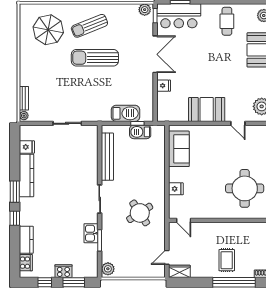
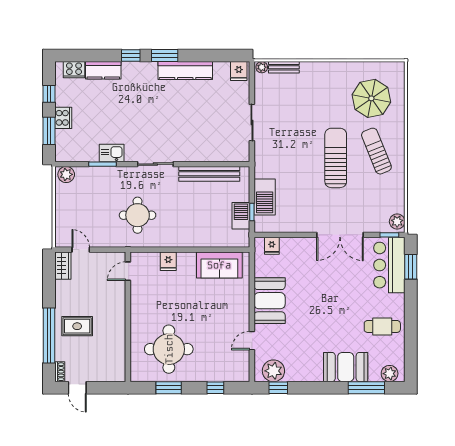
fridge: (164, 86) -> (272, 246), moved
fridge: (27, 147) -> (239, 71), moved
round table: (140, 213) -> (138, 215), turned 33

